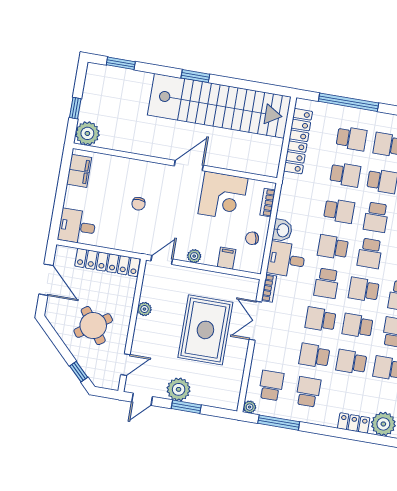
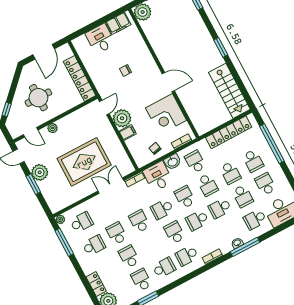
stairs: (219, 106) -> (229, 91), width x0.54, depth x0.66
desk: (77, 226) -> (100, 39), moved
plant: (194, 256) -> (122, 118), width x1.88, depth x1.88
filing cabinet: (227, 258) -> (128, 133), moved
door: (162, 260) -> (104, 108), hinge flipped
plant: (144, 309) -> (53, 128), moved
round table: (93, 326) -> (38, 98), turned 35
school desk: (358, 326) -> (195, 162), moved

